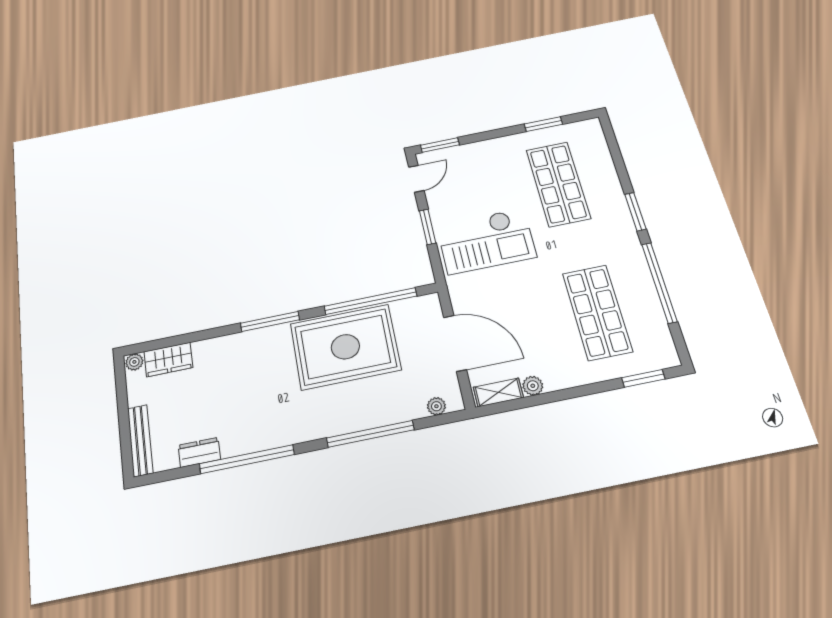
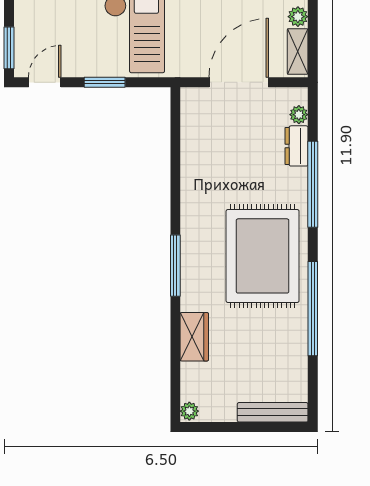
door: (416, 179) -> (45, 82), hinge flipped
window: (370, 301) -> (175, 158), removed
rug: (345, 347) -> (263, 256), moved
wardrobe: (168, 360) -> (194, 337), moved
dresser: (199, 452) -> (297, 146), moved

